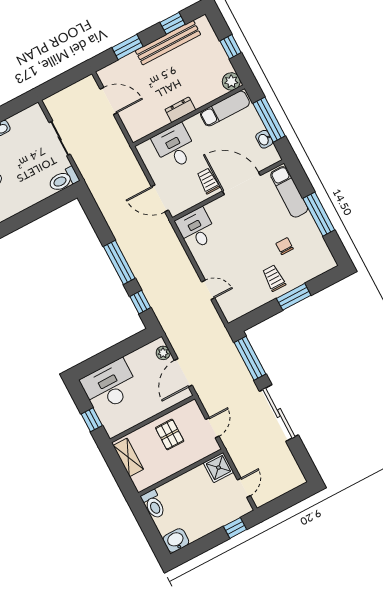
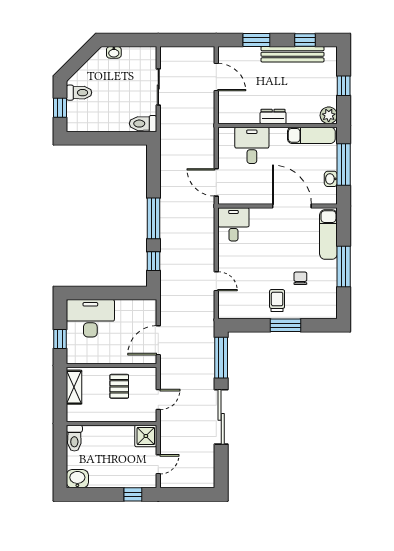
trolley: (208, 181) -> (265, 189), removed
plant: (163, 353) -> (150, 314), removed

